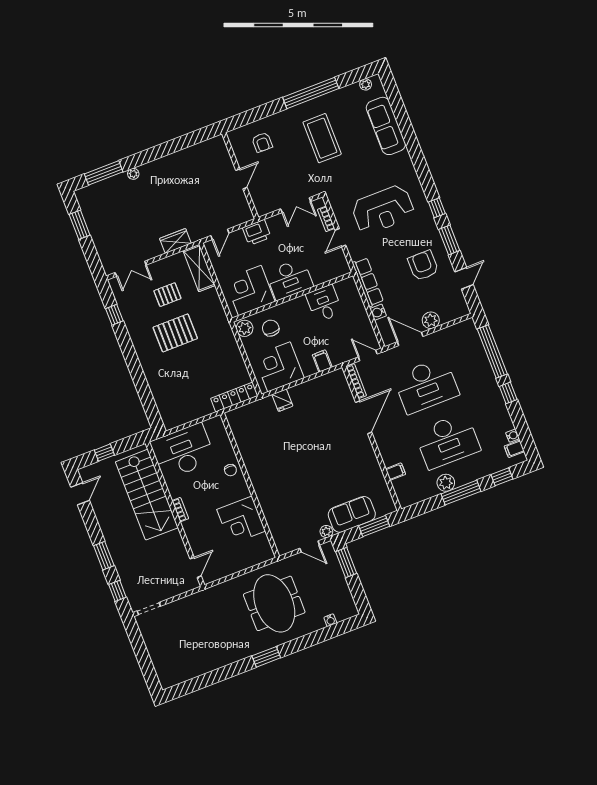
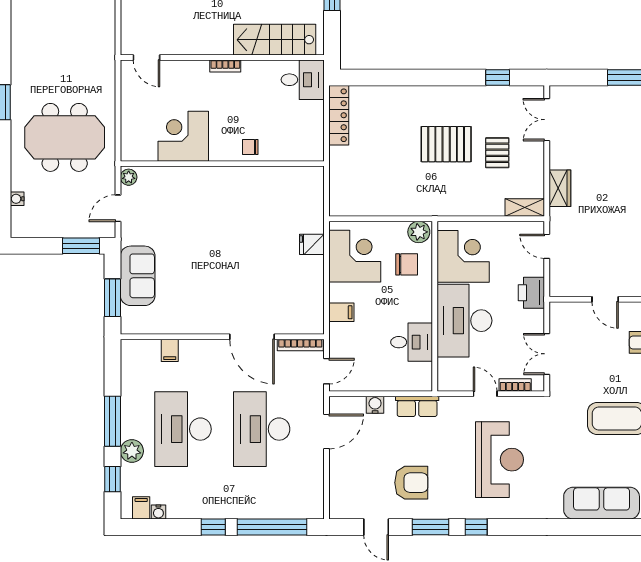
reception desk: (383, 210) -> (499, 460), turned 180
shelving: (199, 268) -> (525, 208), width x0.67, depth x0.75
desk: (289, 279) -> (464, 321), width x1.36, depth x1.30
row of seats: (368, 282) -> (417, 406), width x0.68
plant: (431, 320) -> (340, 466), removed
pallet: (175, 333) -> (446, 144), turned 90
locker: (234, 397) -> (339, 115), moved
desk: (183, 451) -> (303, 80), width x0.53, depth x0.77
plant: (446, 483) -> (132, 451), moved
stairs: (147, 495) -> (275, 40), width x0.73, depth x0.66
plant: (326, 532) -> (129, 177), moved

